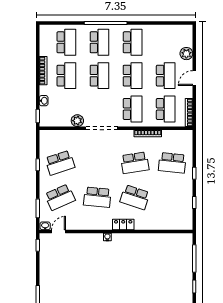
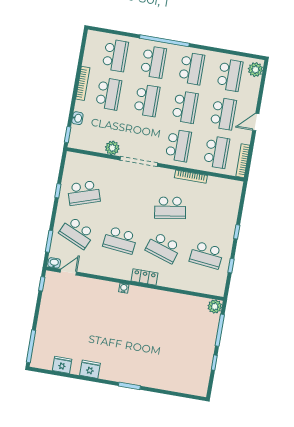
school desk: (166, 42) -> (230, 75), added
plant: (186, 54) -> (255, 70), moved
school desk: (172, 163) -> (206, 255), moved
school desk: (60, 197) -> (77, 233), turned 48
plant: (187, 239) -> (215, 307), added

